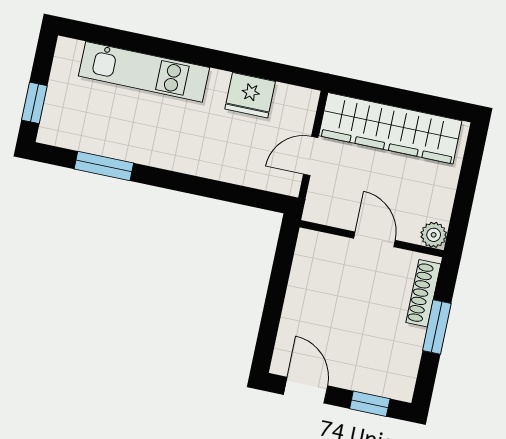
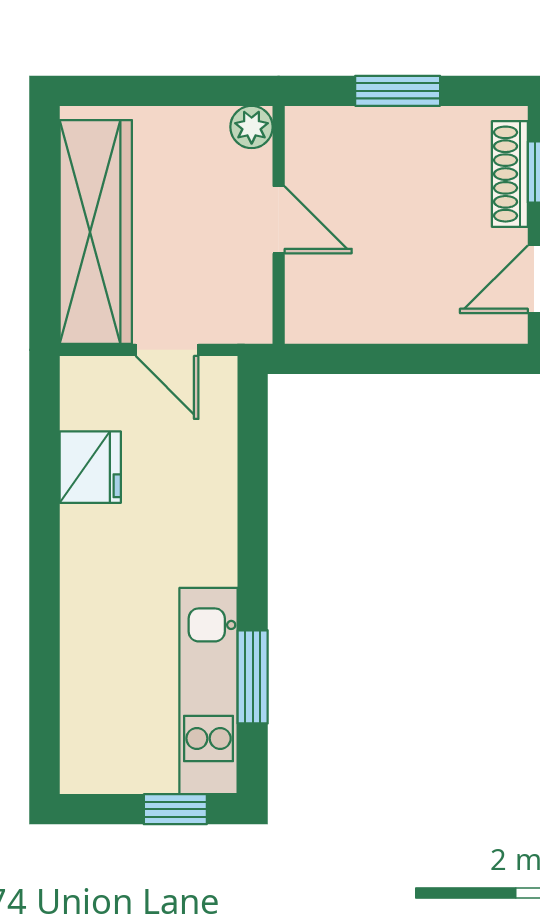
kitchen unit: (144, 72) -> (209, 691), moved, turned 180
door: (375, 239) -> (279, 220), swing flipped
shoe rack: (423, 293) -> (510, 174), moved, turned 90

